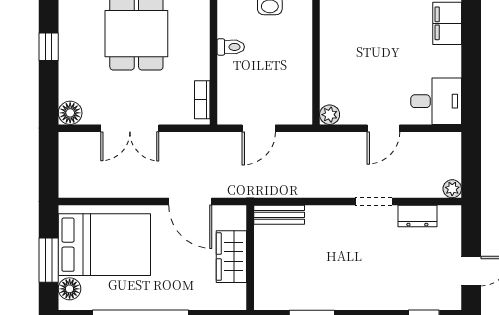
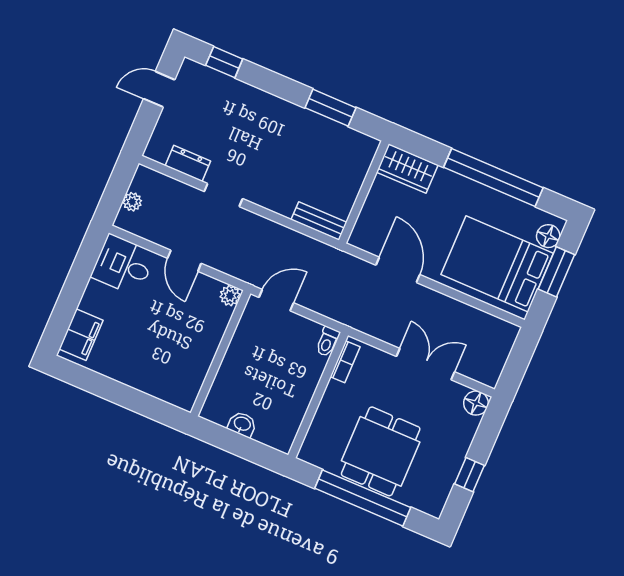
toilet: (231, 47) -> (328, 342), moved, turned -90
door: (259, 128) -> (276, 300), moved
door: (383, 128) -> (184, 261), swing flipped
plant: (452, 189) -> (132, 202), moved
wardrobe: (231, 257) -> (407, 169), moved, turned 90

